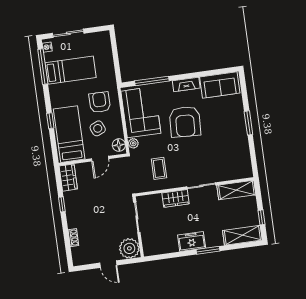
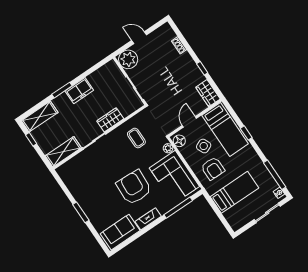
bed: (71, 70) -> (234, 192), moved, turned 180

